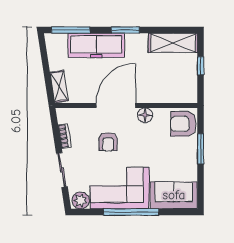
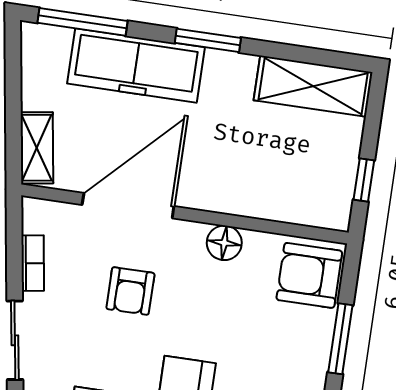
window: (201, 66) -> (364, 180), moved
door: (116, 105) -> (128, 206), moved

